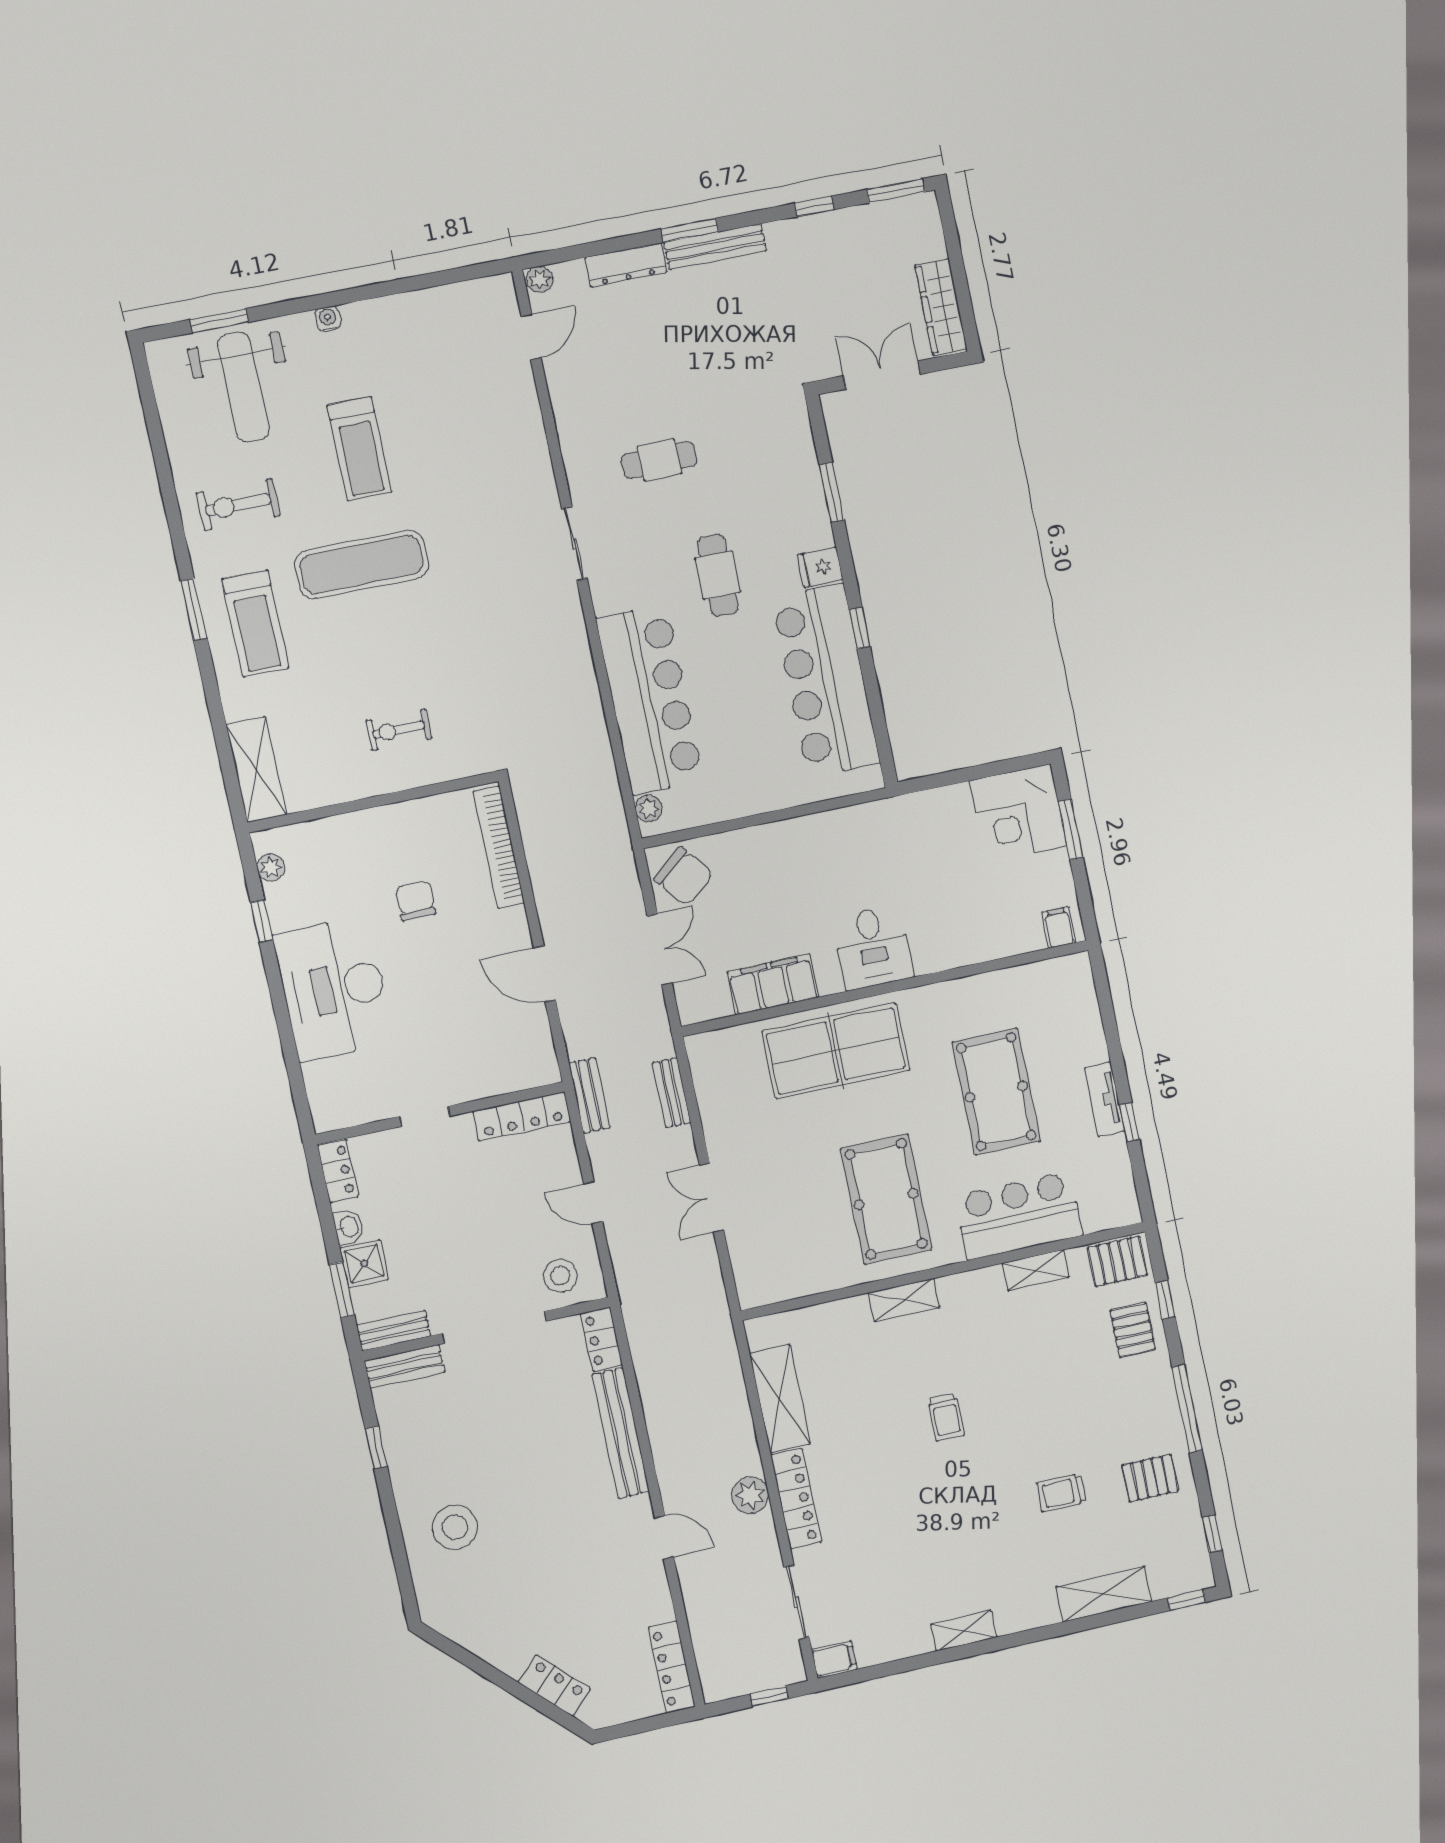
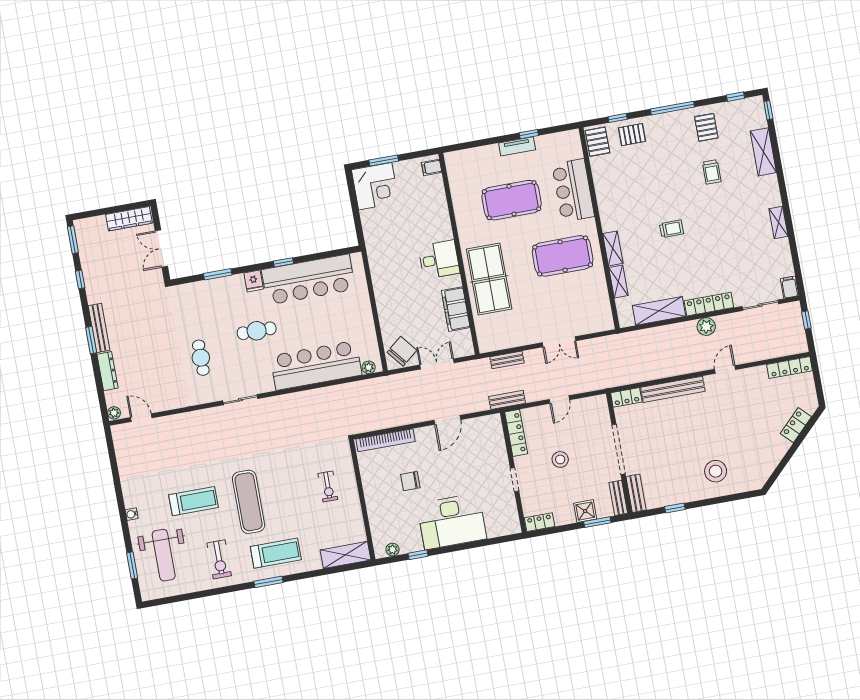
weight bench: (243, 387) -> (164, 555), turned 90
washbasin: (349, 1227) -> (567, 518), removed
shelving: (1036, 1270) -> (618, 281), moved
stool: (560, 1276) -> (560, 459), moved

